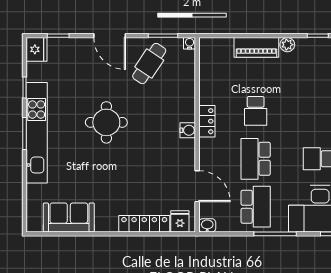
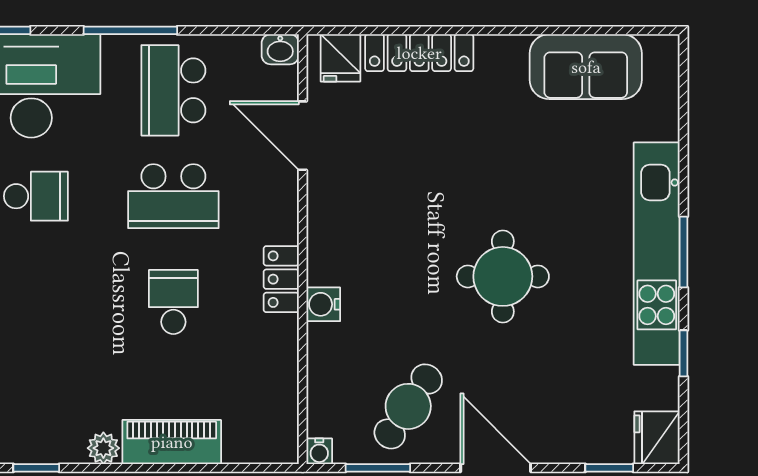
water cooler: (188, 130) -> (323, 304), moved
school desk: (256, 159) -> (173, 196), turned 90

